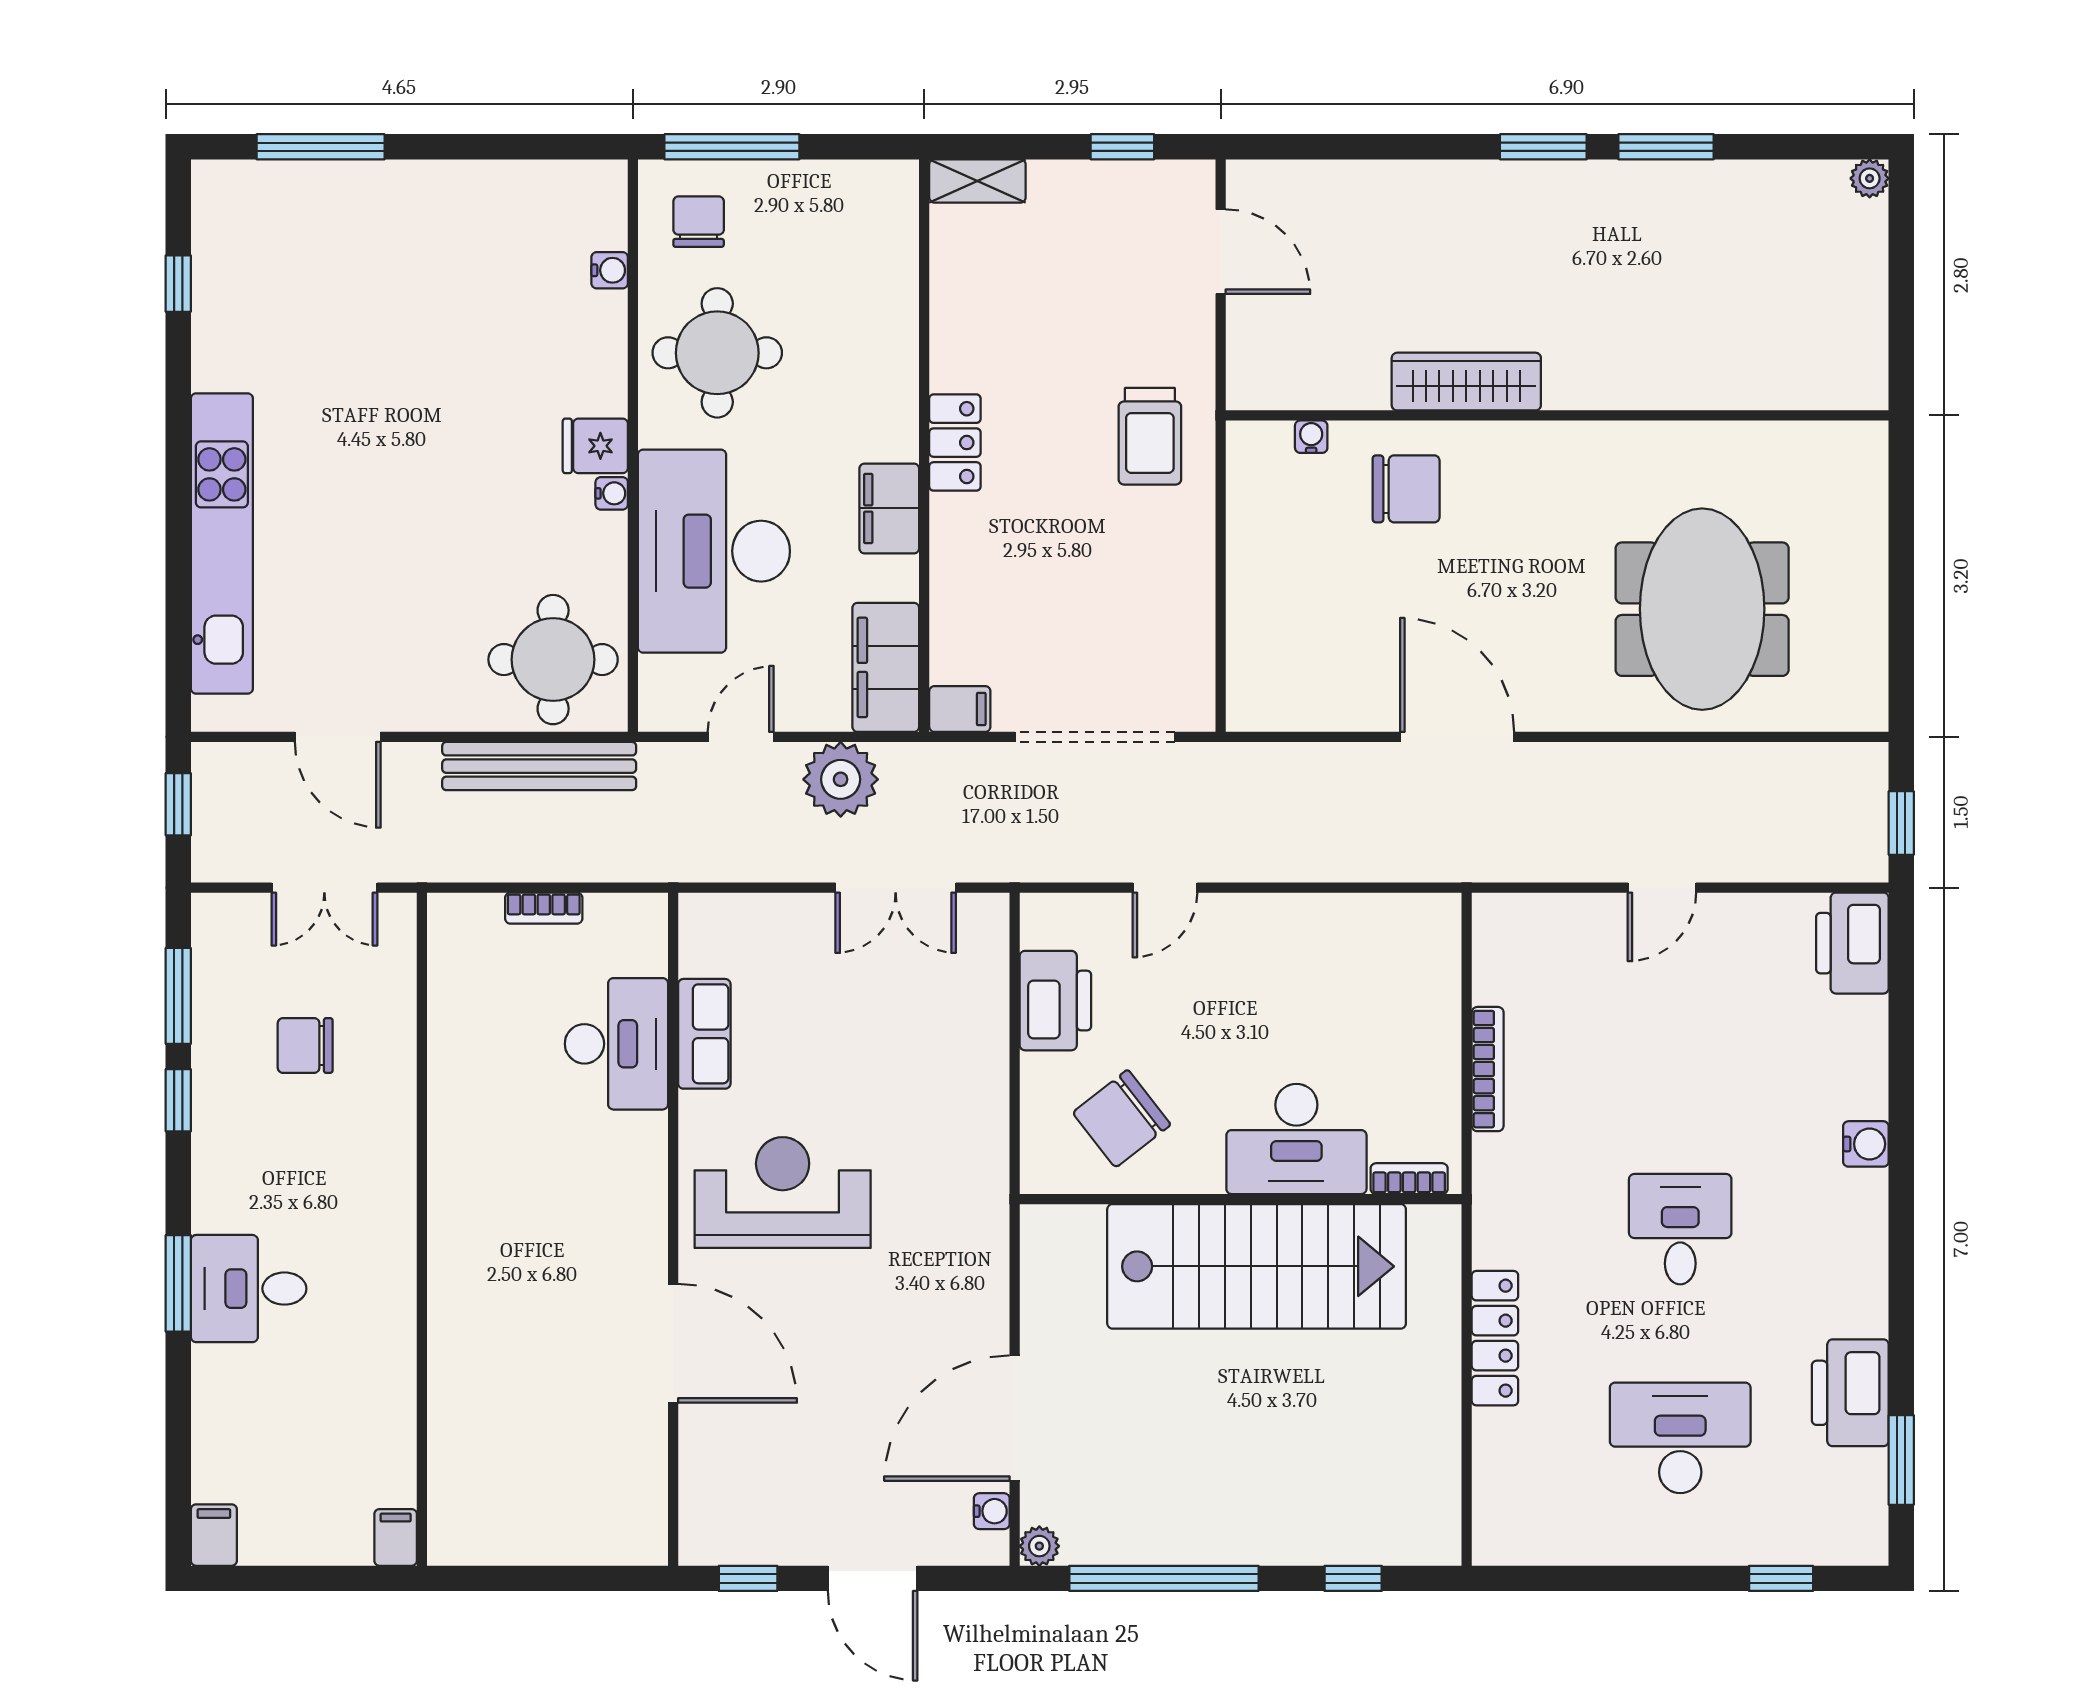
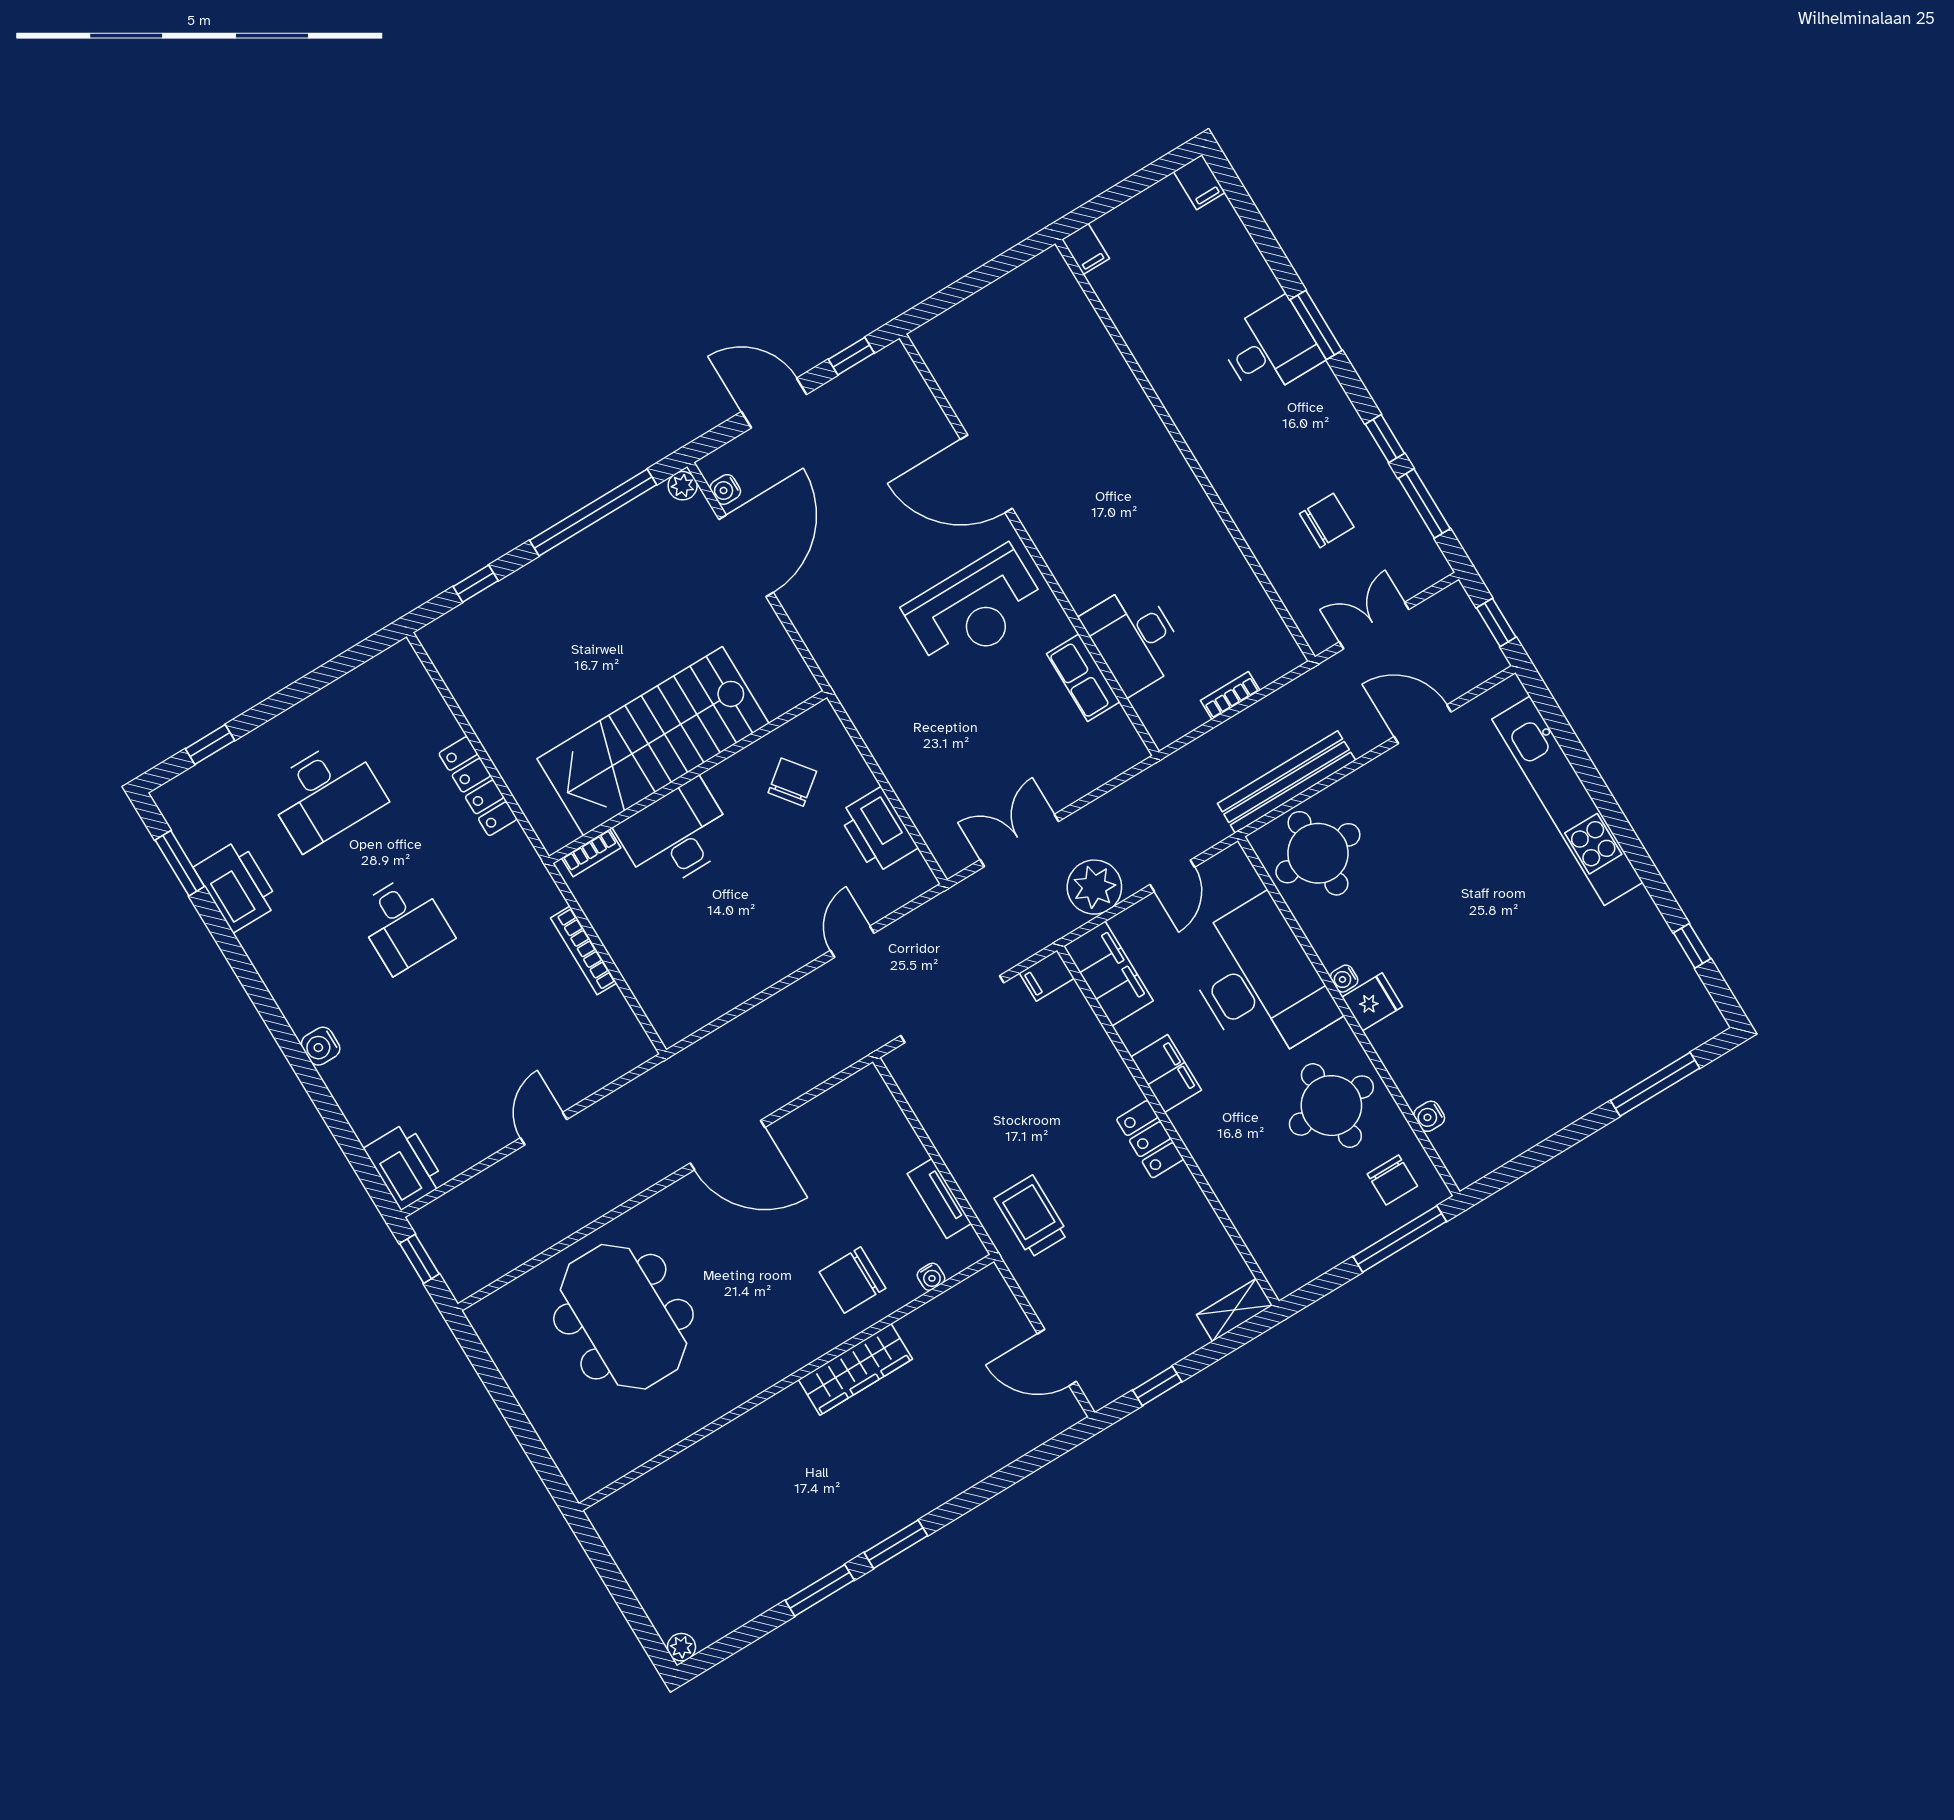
tv unit: (1246, 523) -> (939, 1199), added
chair: (1122, 1119) -> (792, 782), width x0.73, depth x0.73

